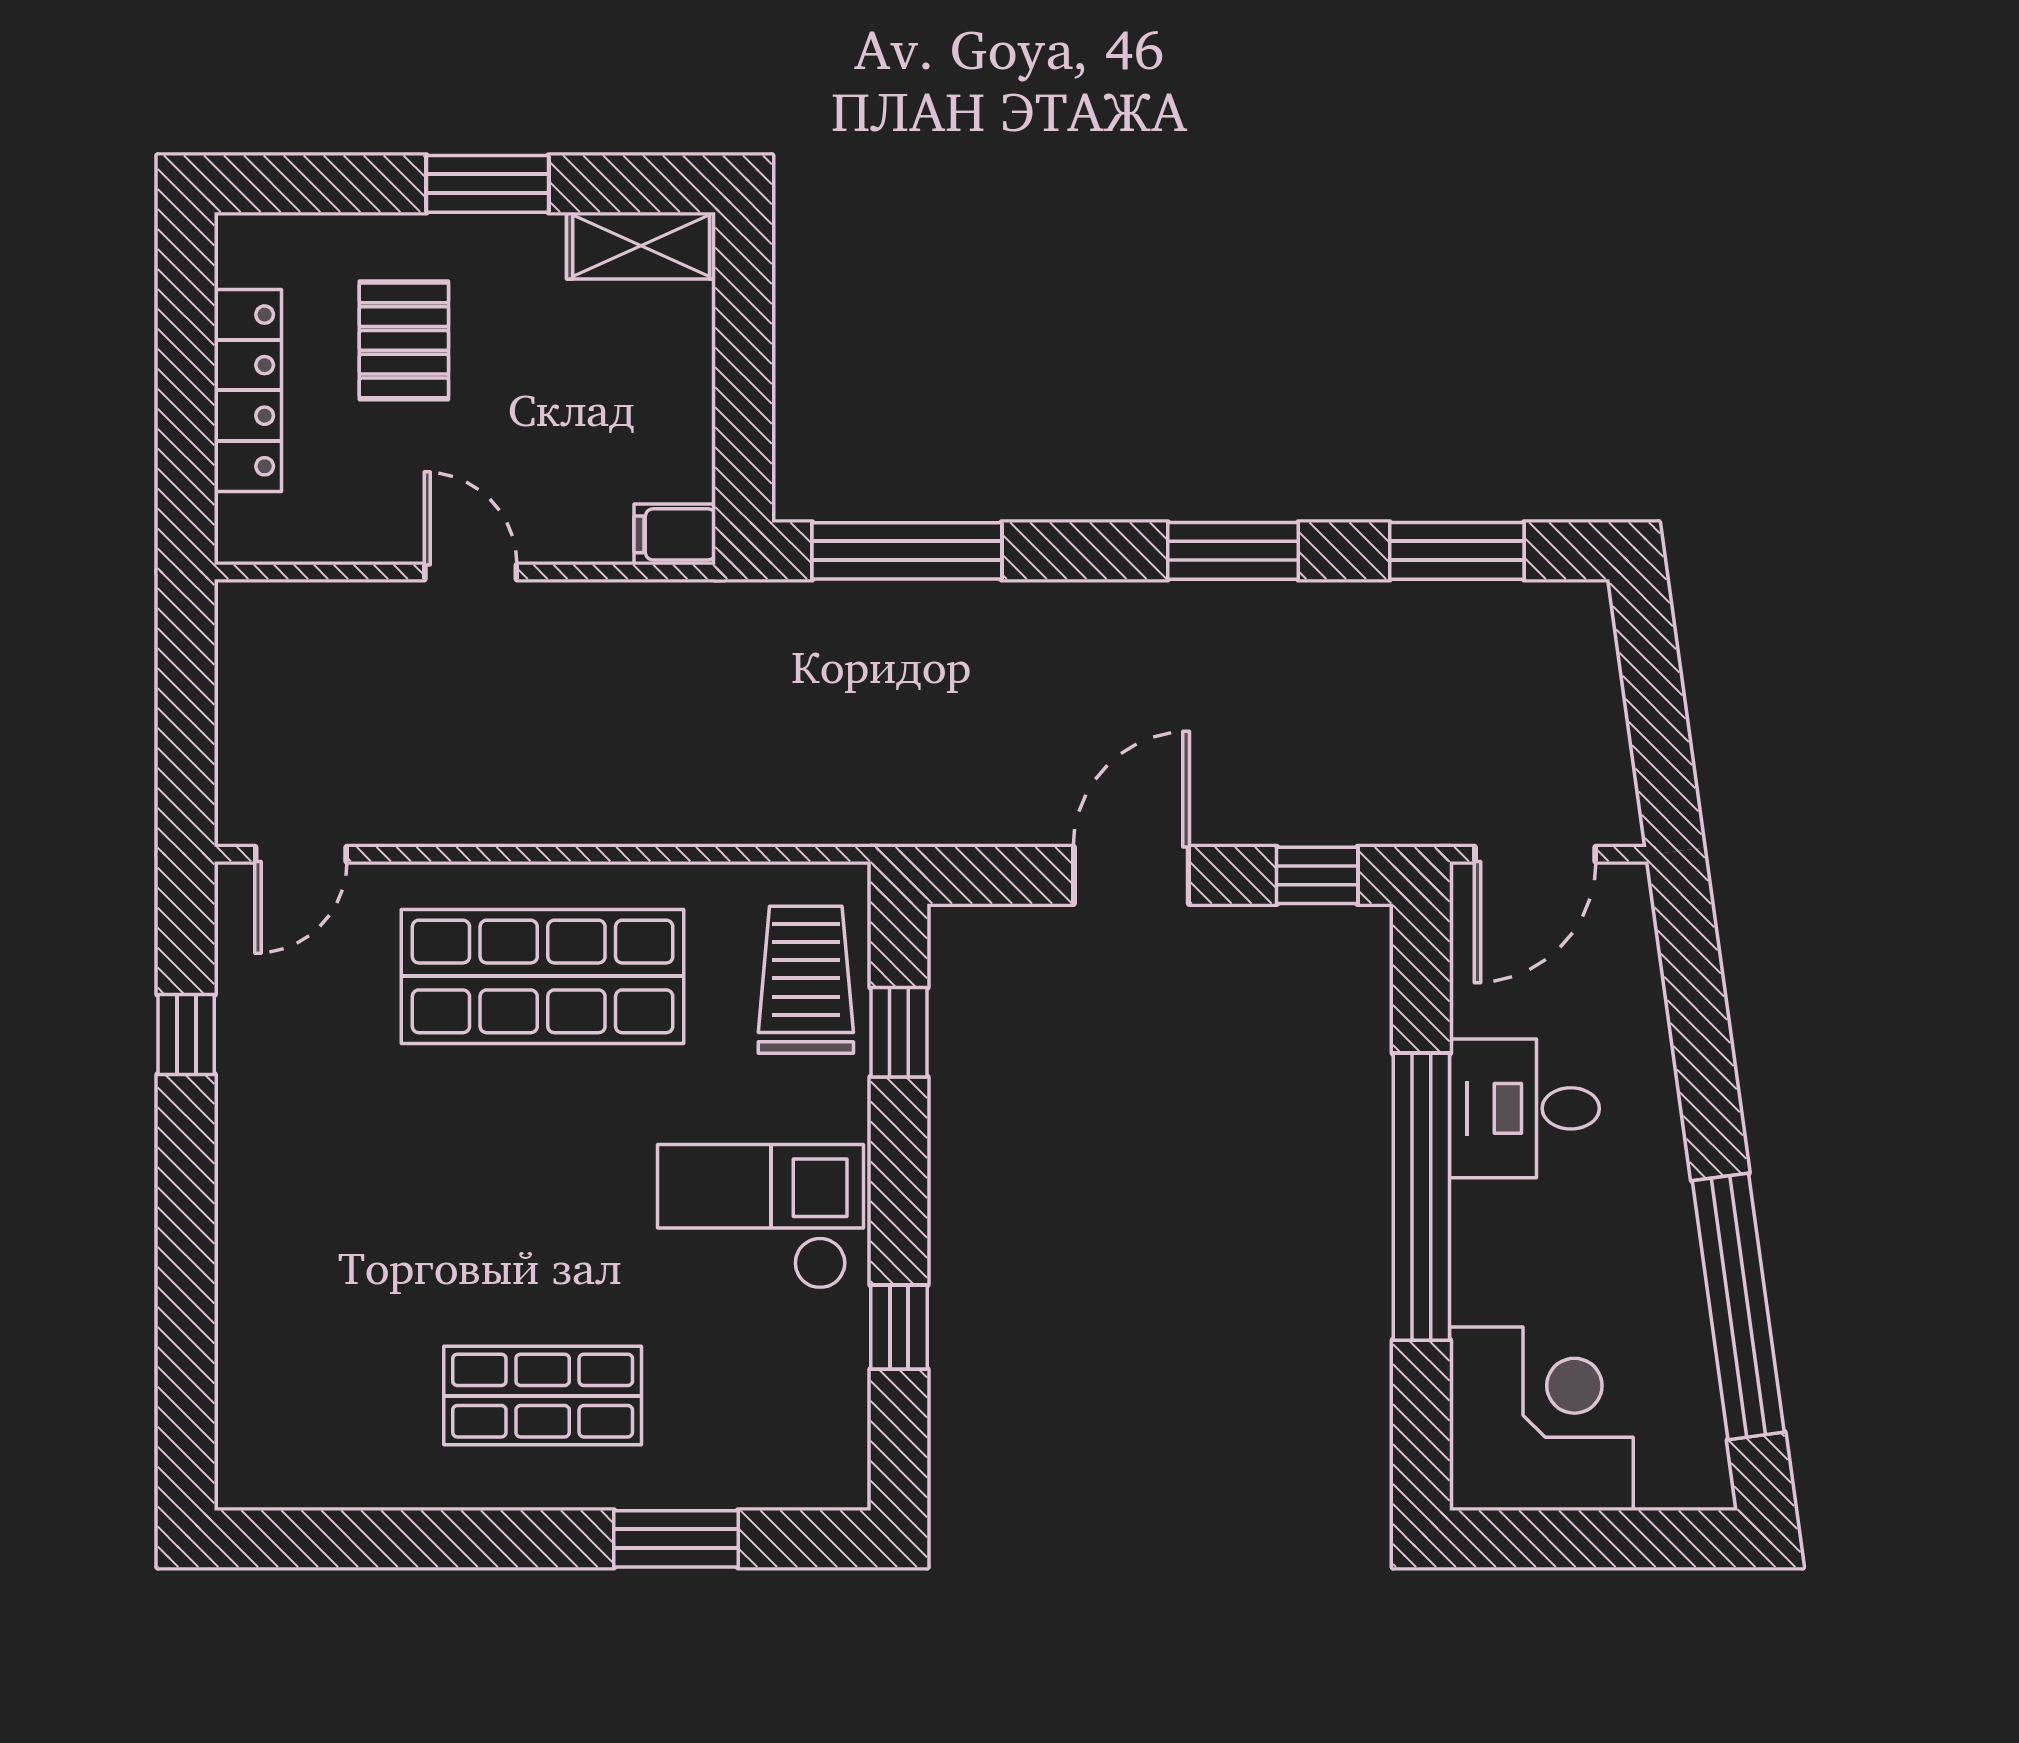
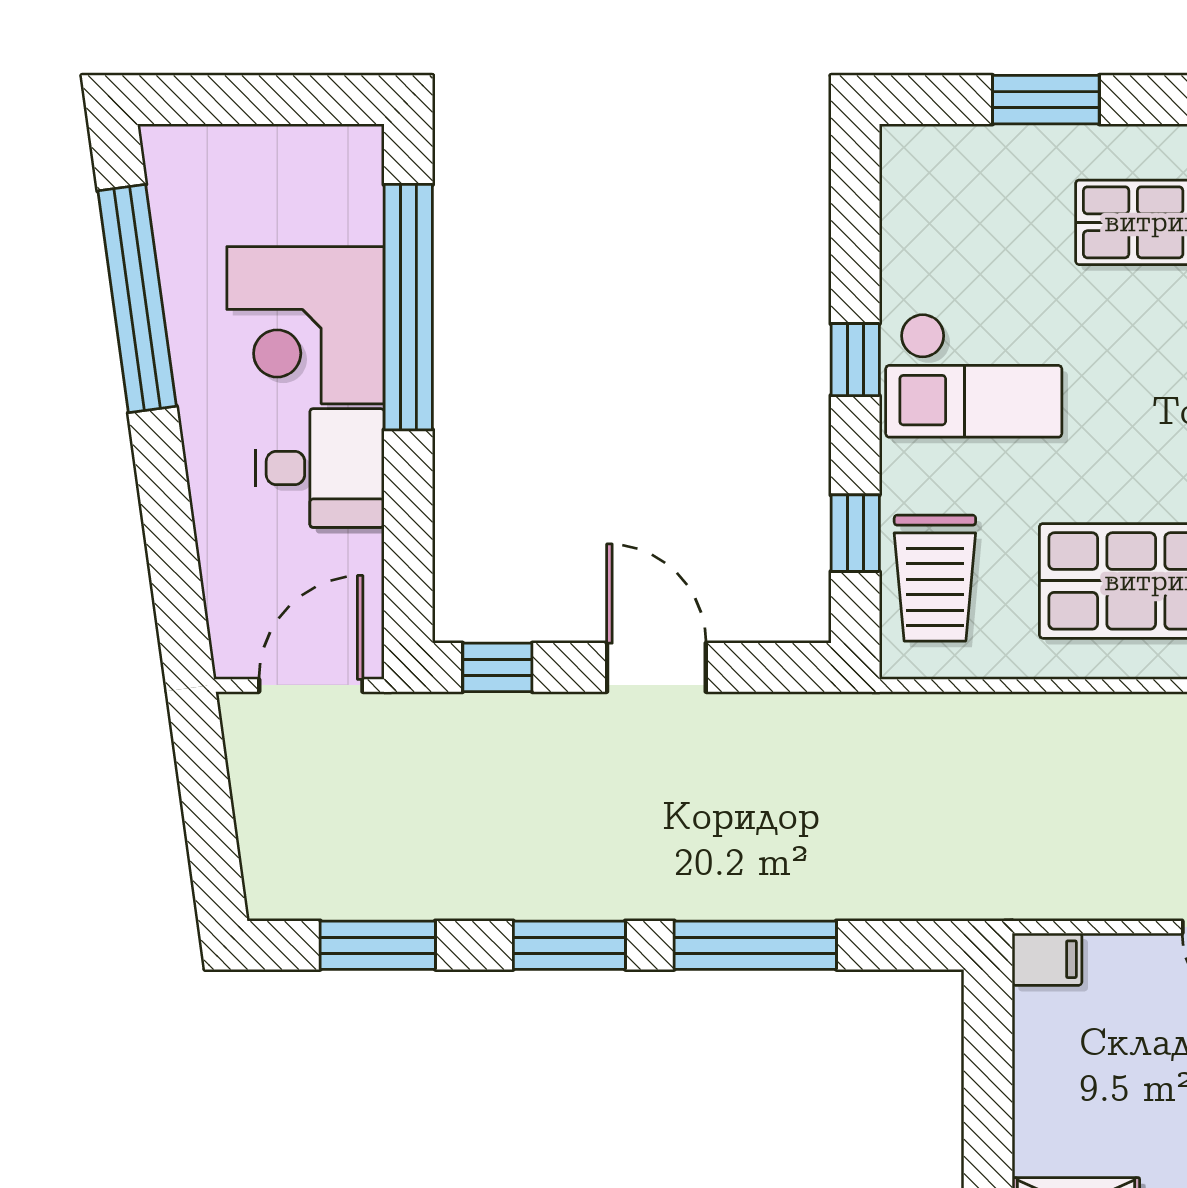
window: (907, 551) -> (755, 945), moved
door: (1131, 875) -> (656, 667), swing flipped
window: (1421, 1197) -> (408, 307), moved
window: (899, 1327) -> (855, 360), moved
corner desk: (1541, 1419) -> (305, 325), moved

